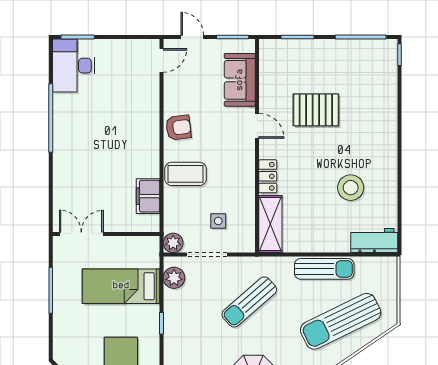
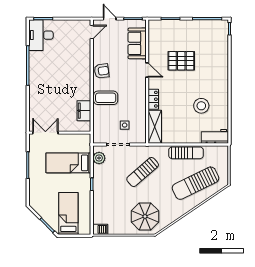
plant: (173, 243) -> (98, 138), removed

